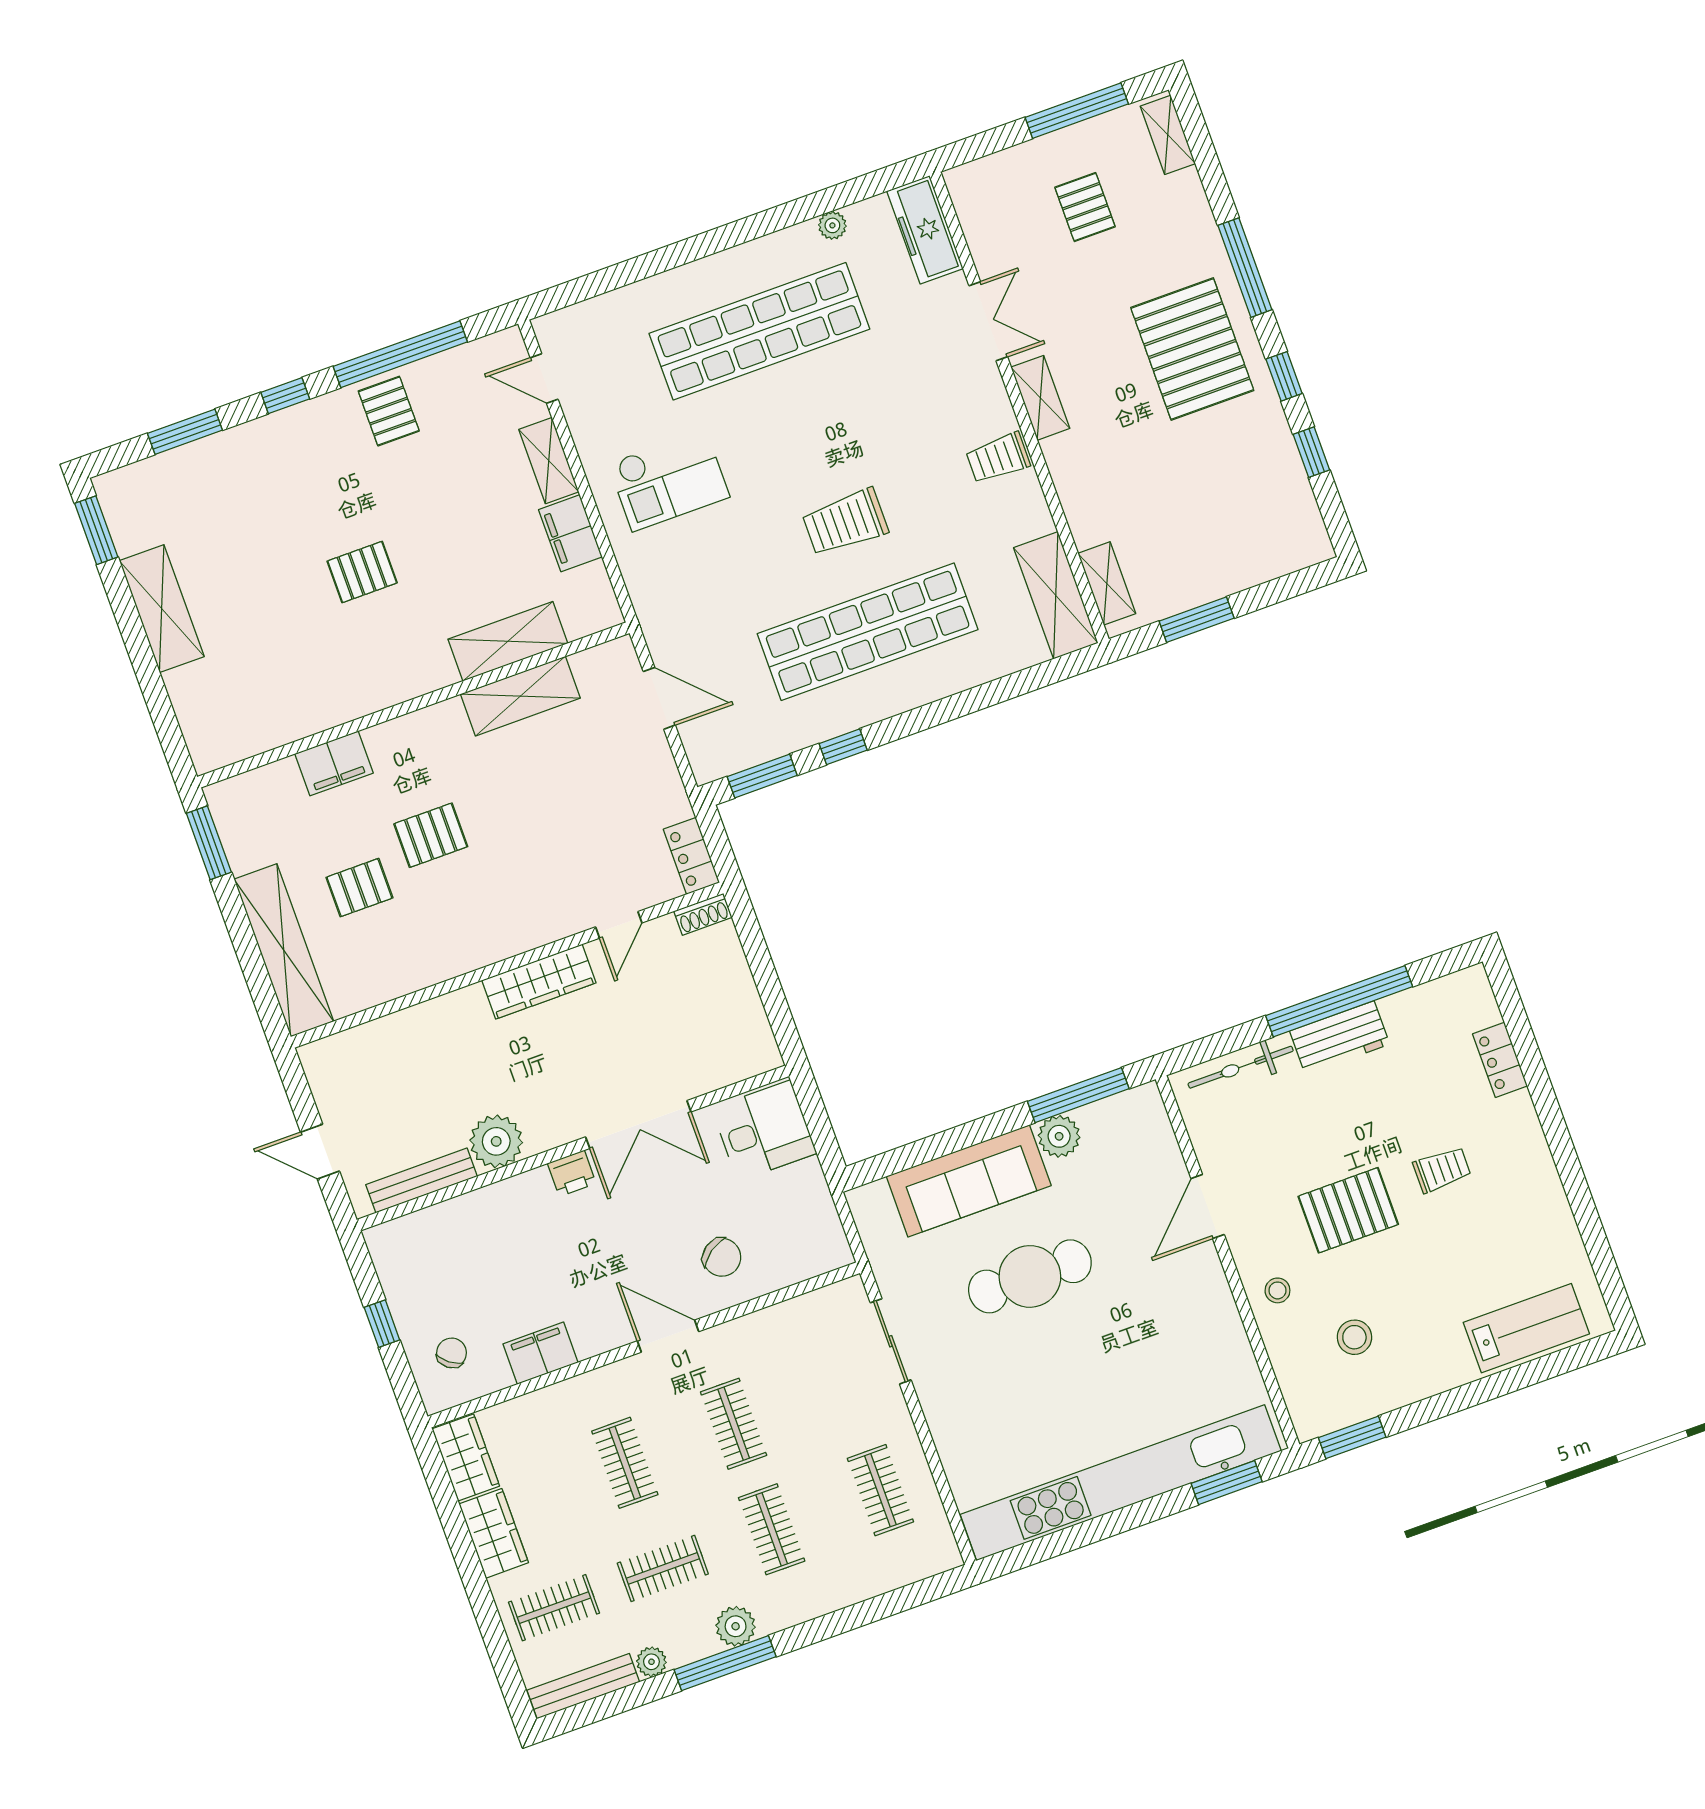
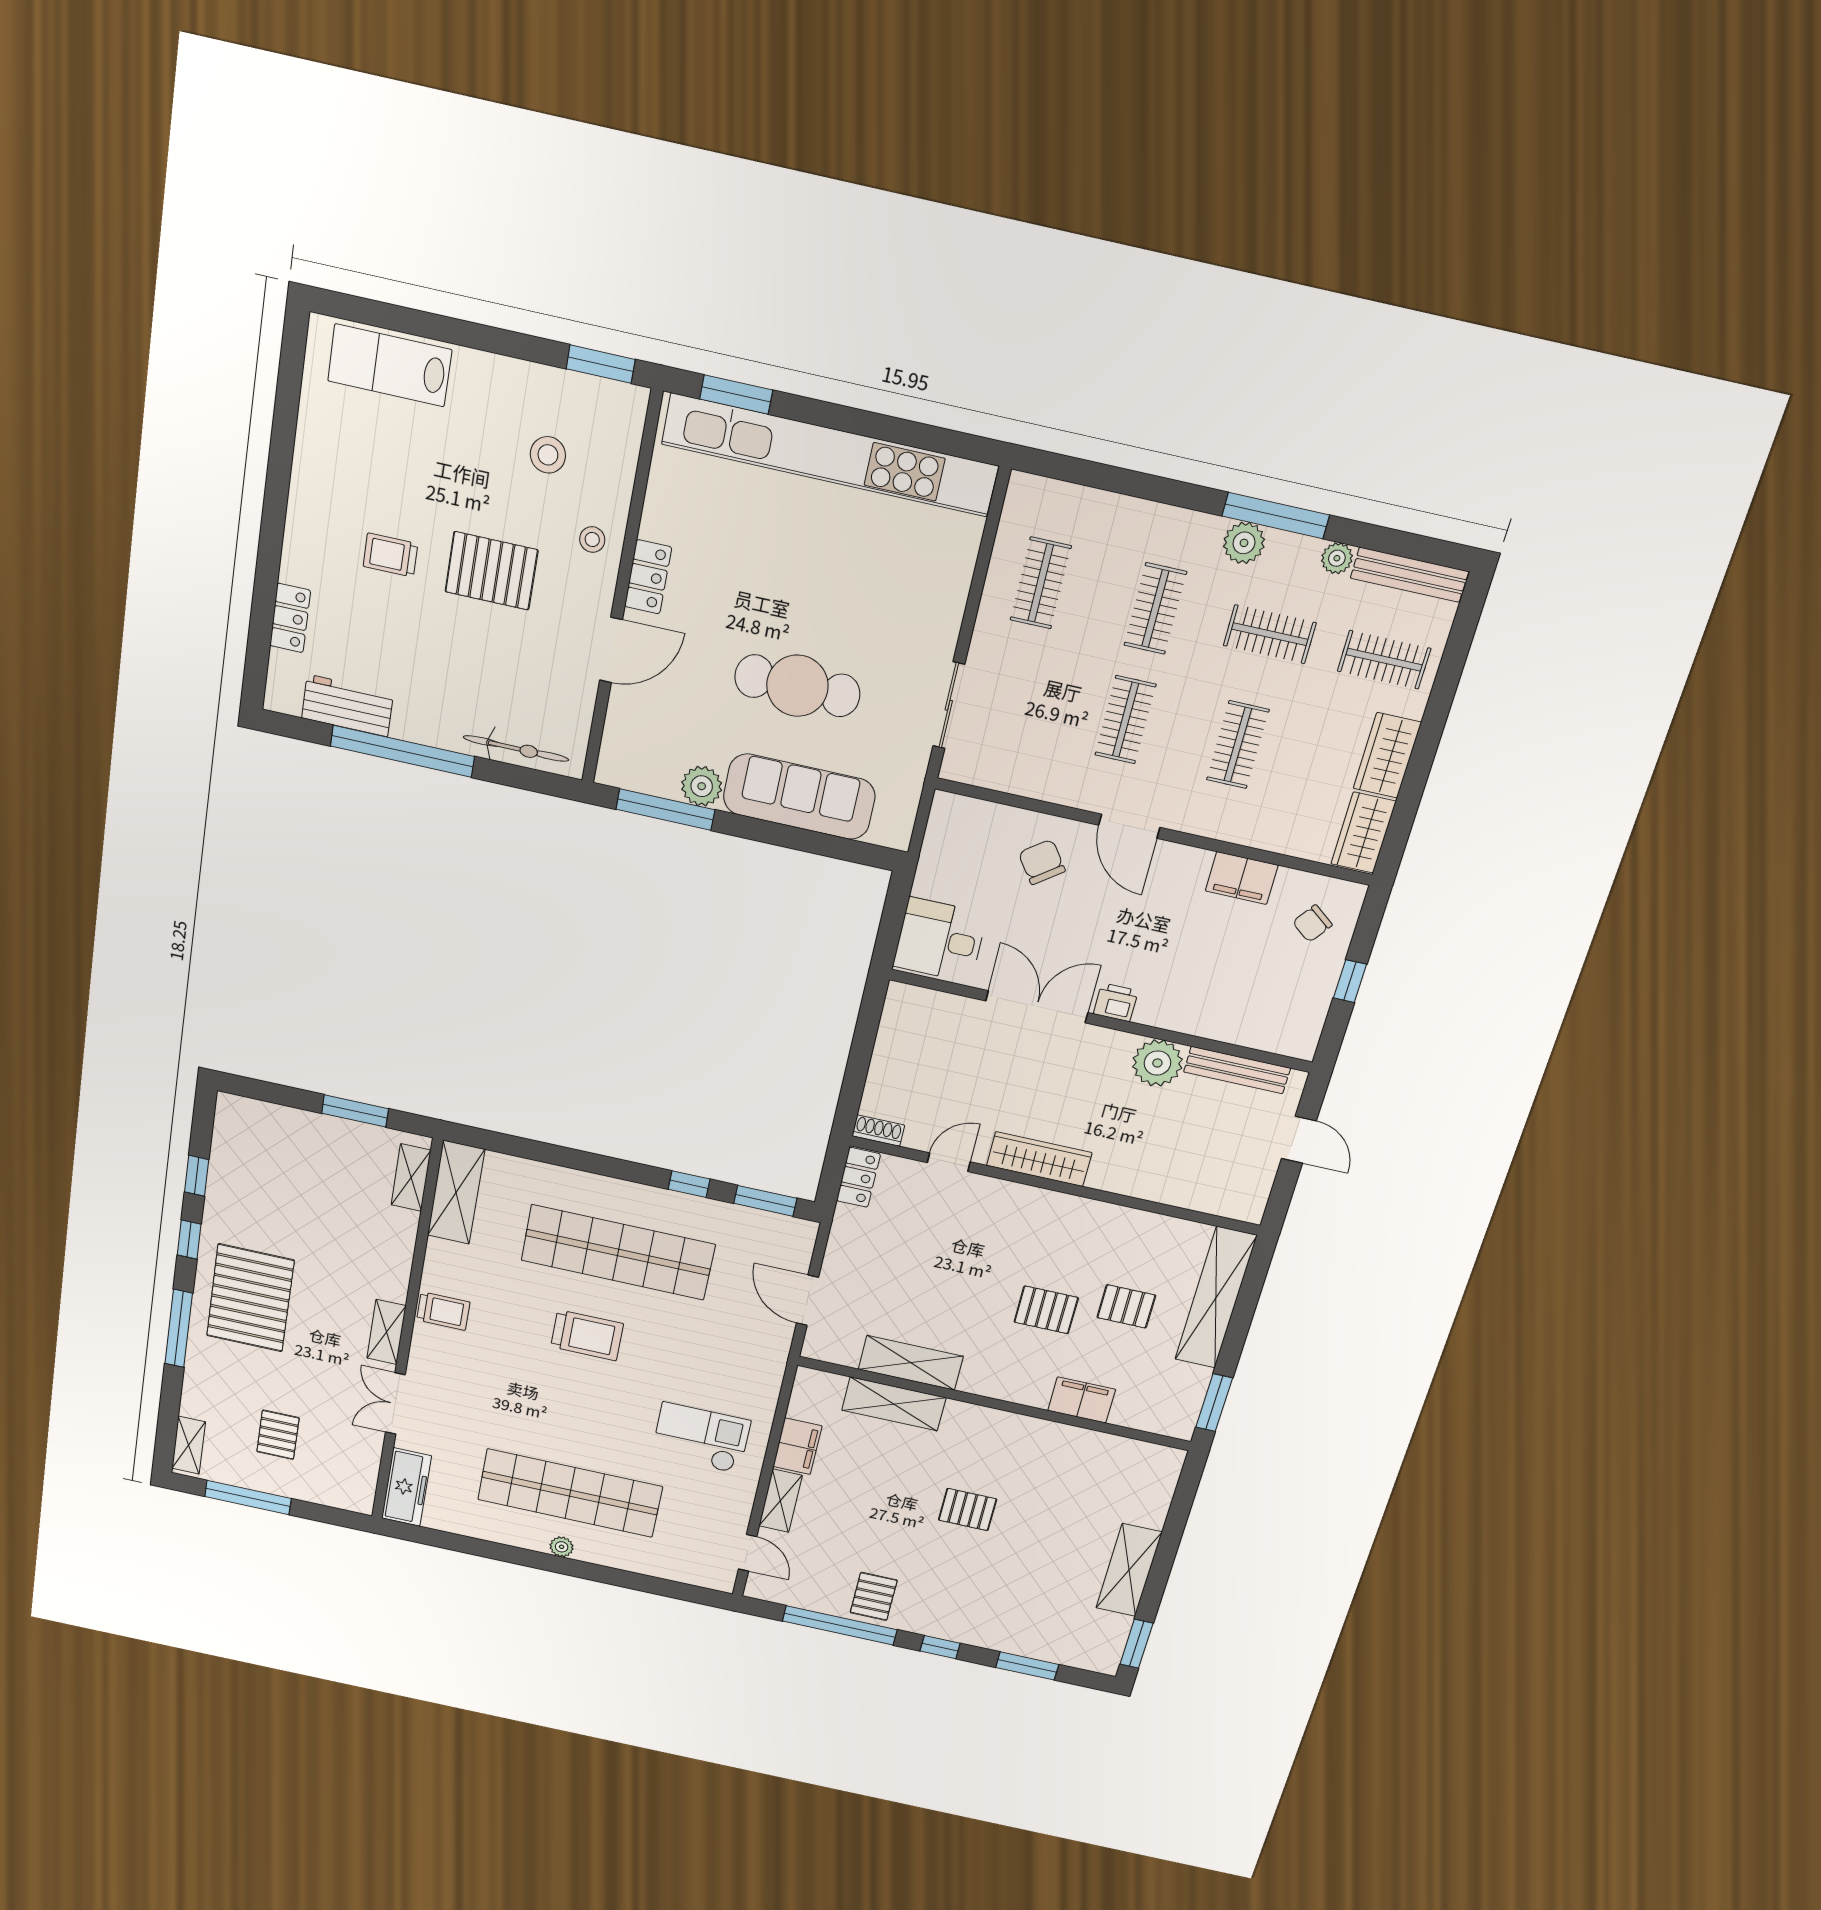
plant: (832, 225) -> (562, 1547), moved
workbench: (1340, 1038) -> (348, 706), moved
locker: (1212, 1289) -> (648, 577), added

